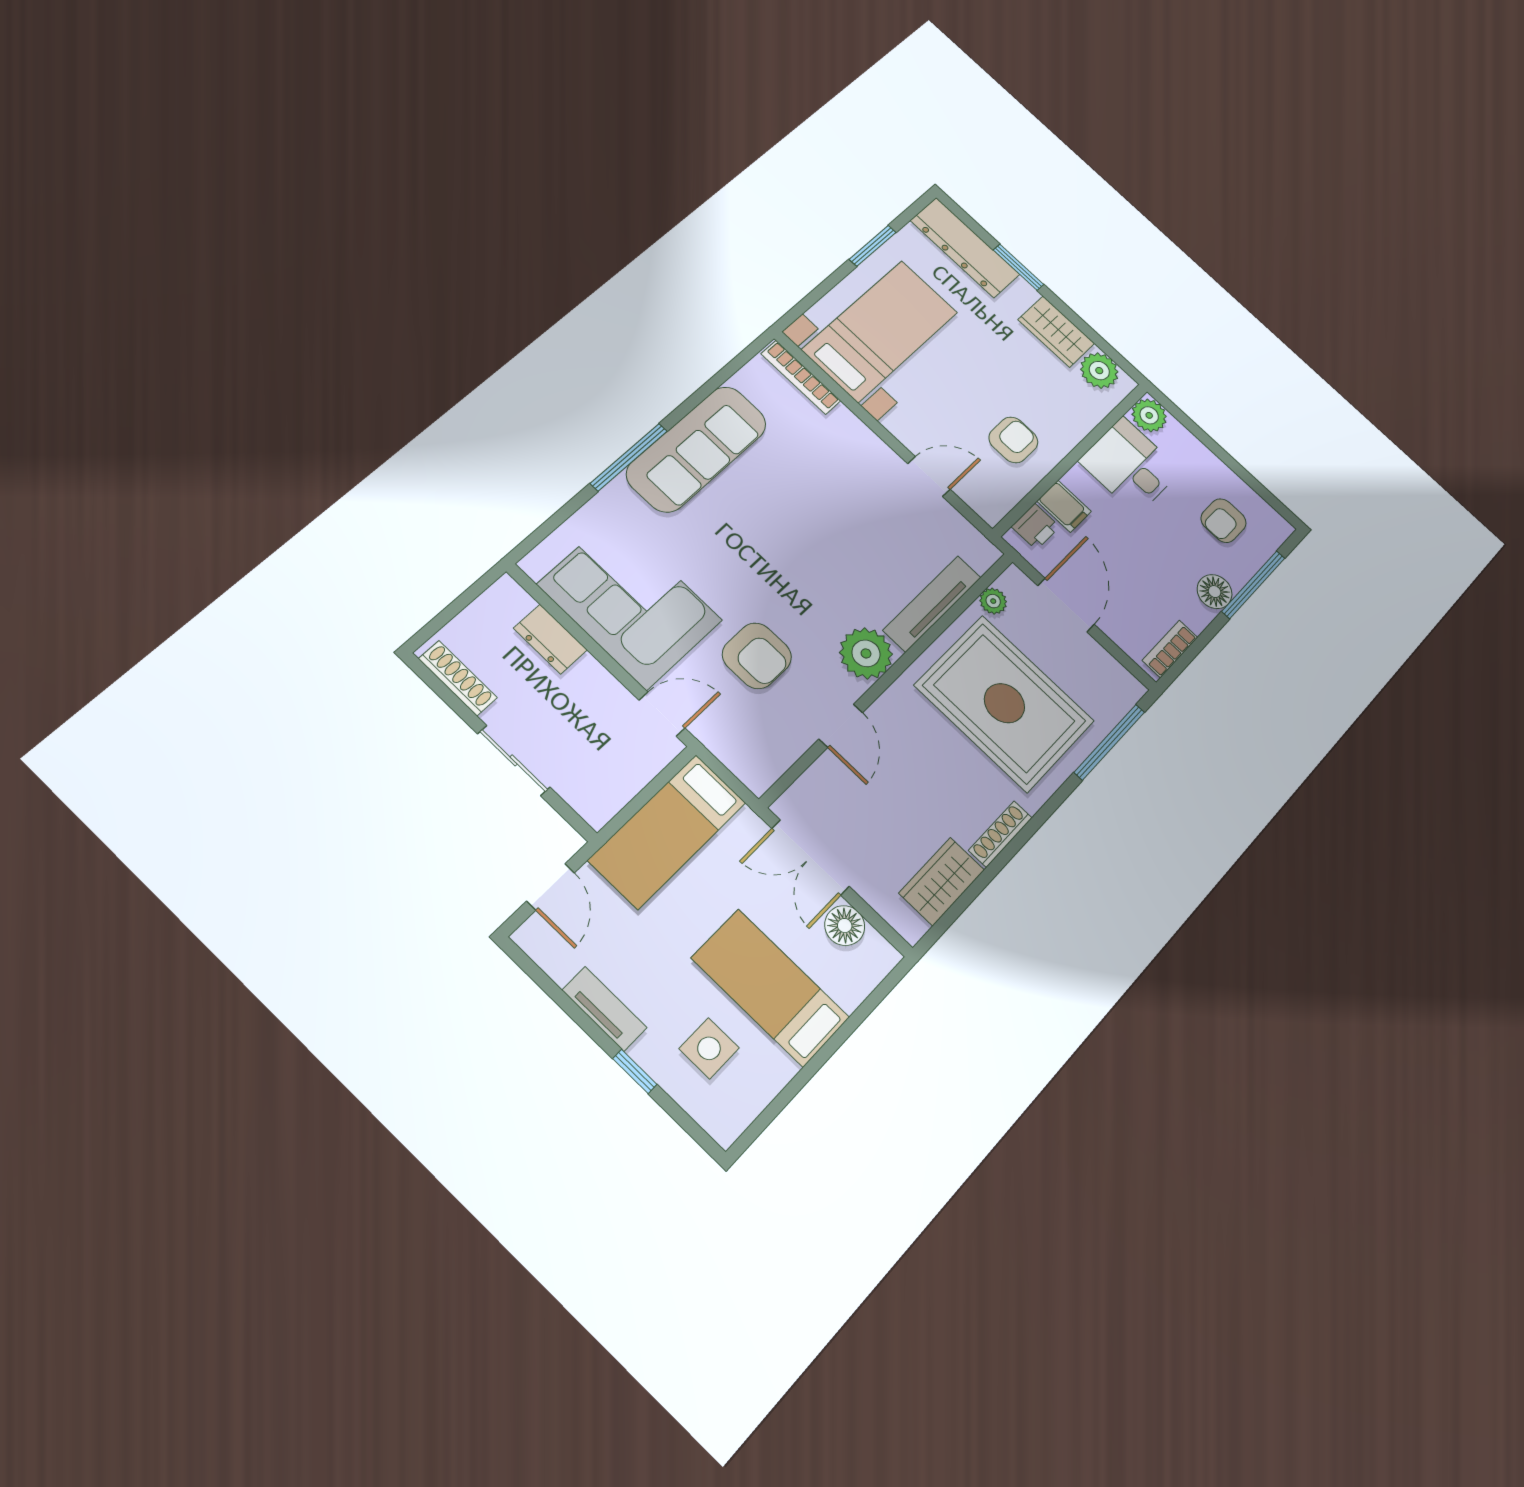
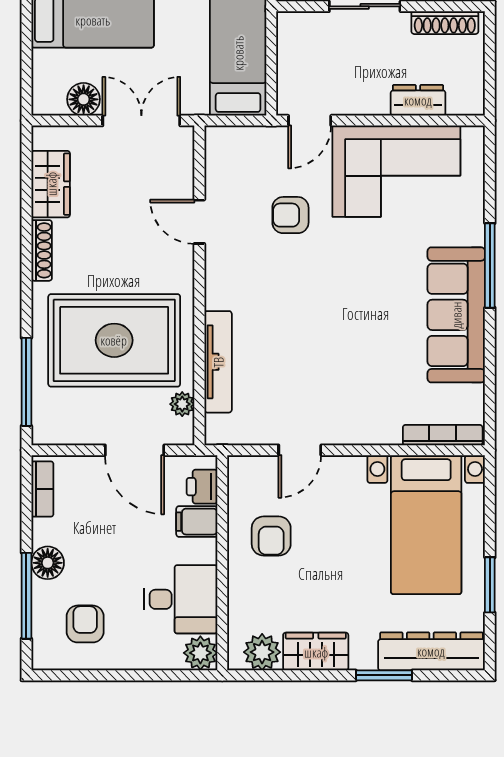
plant: (866, 653) -> (228, 285), removed
armchair: (757, 656) -> (290, 215), width x0.72, depth x0.72

